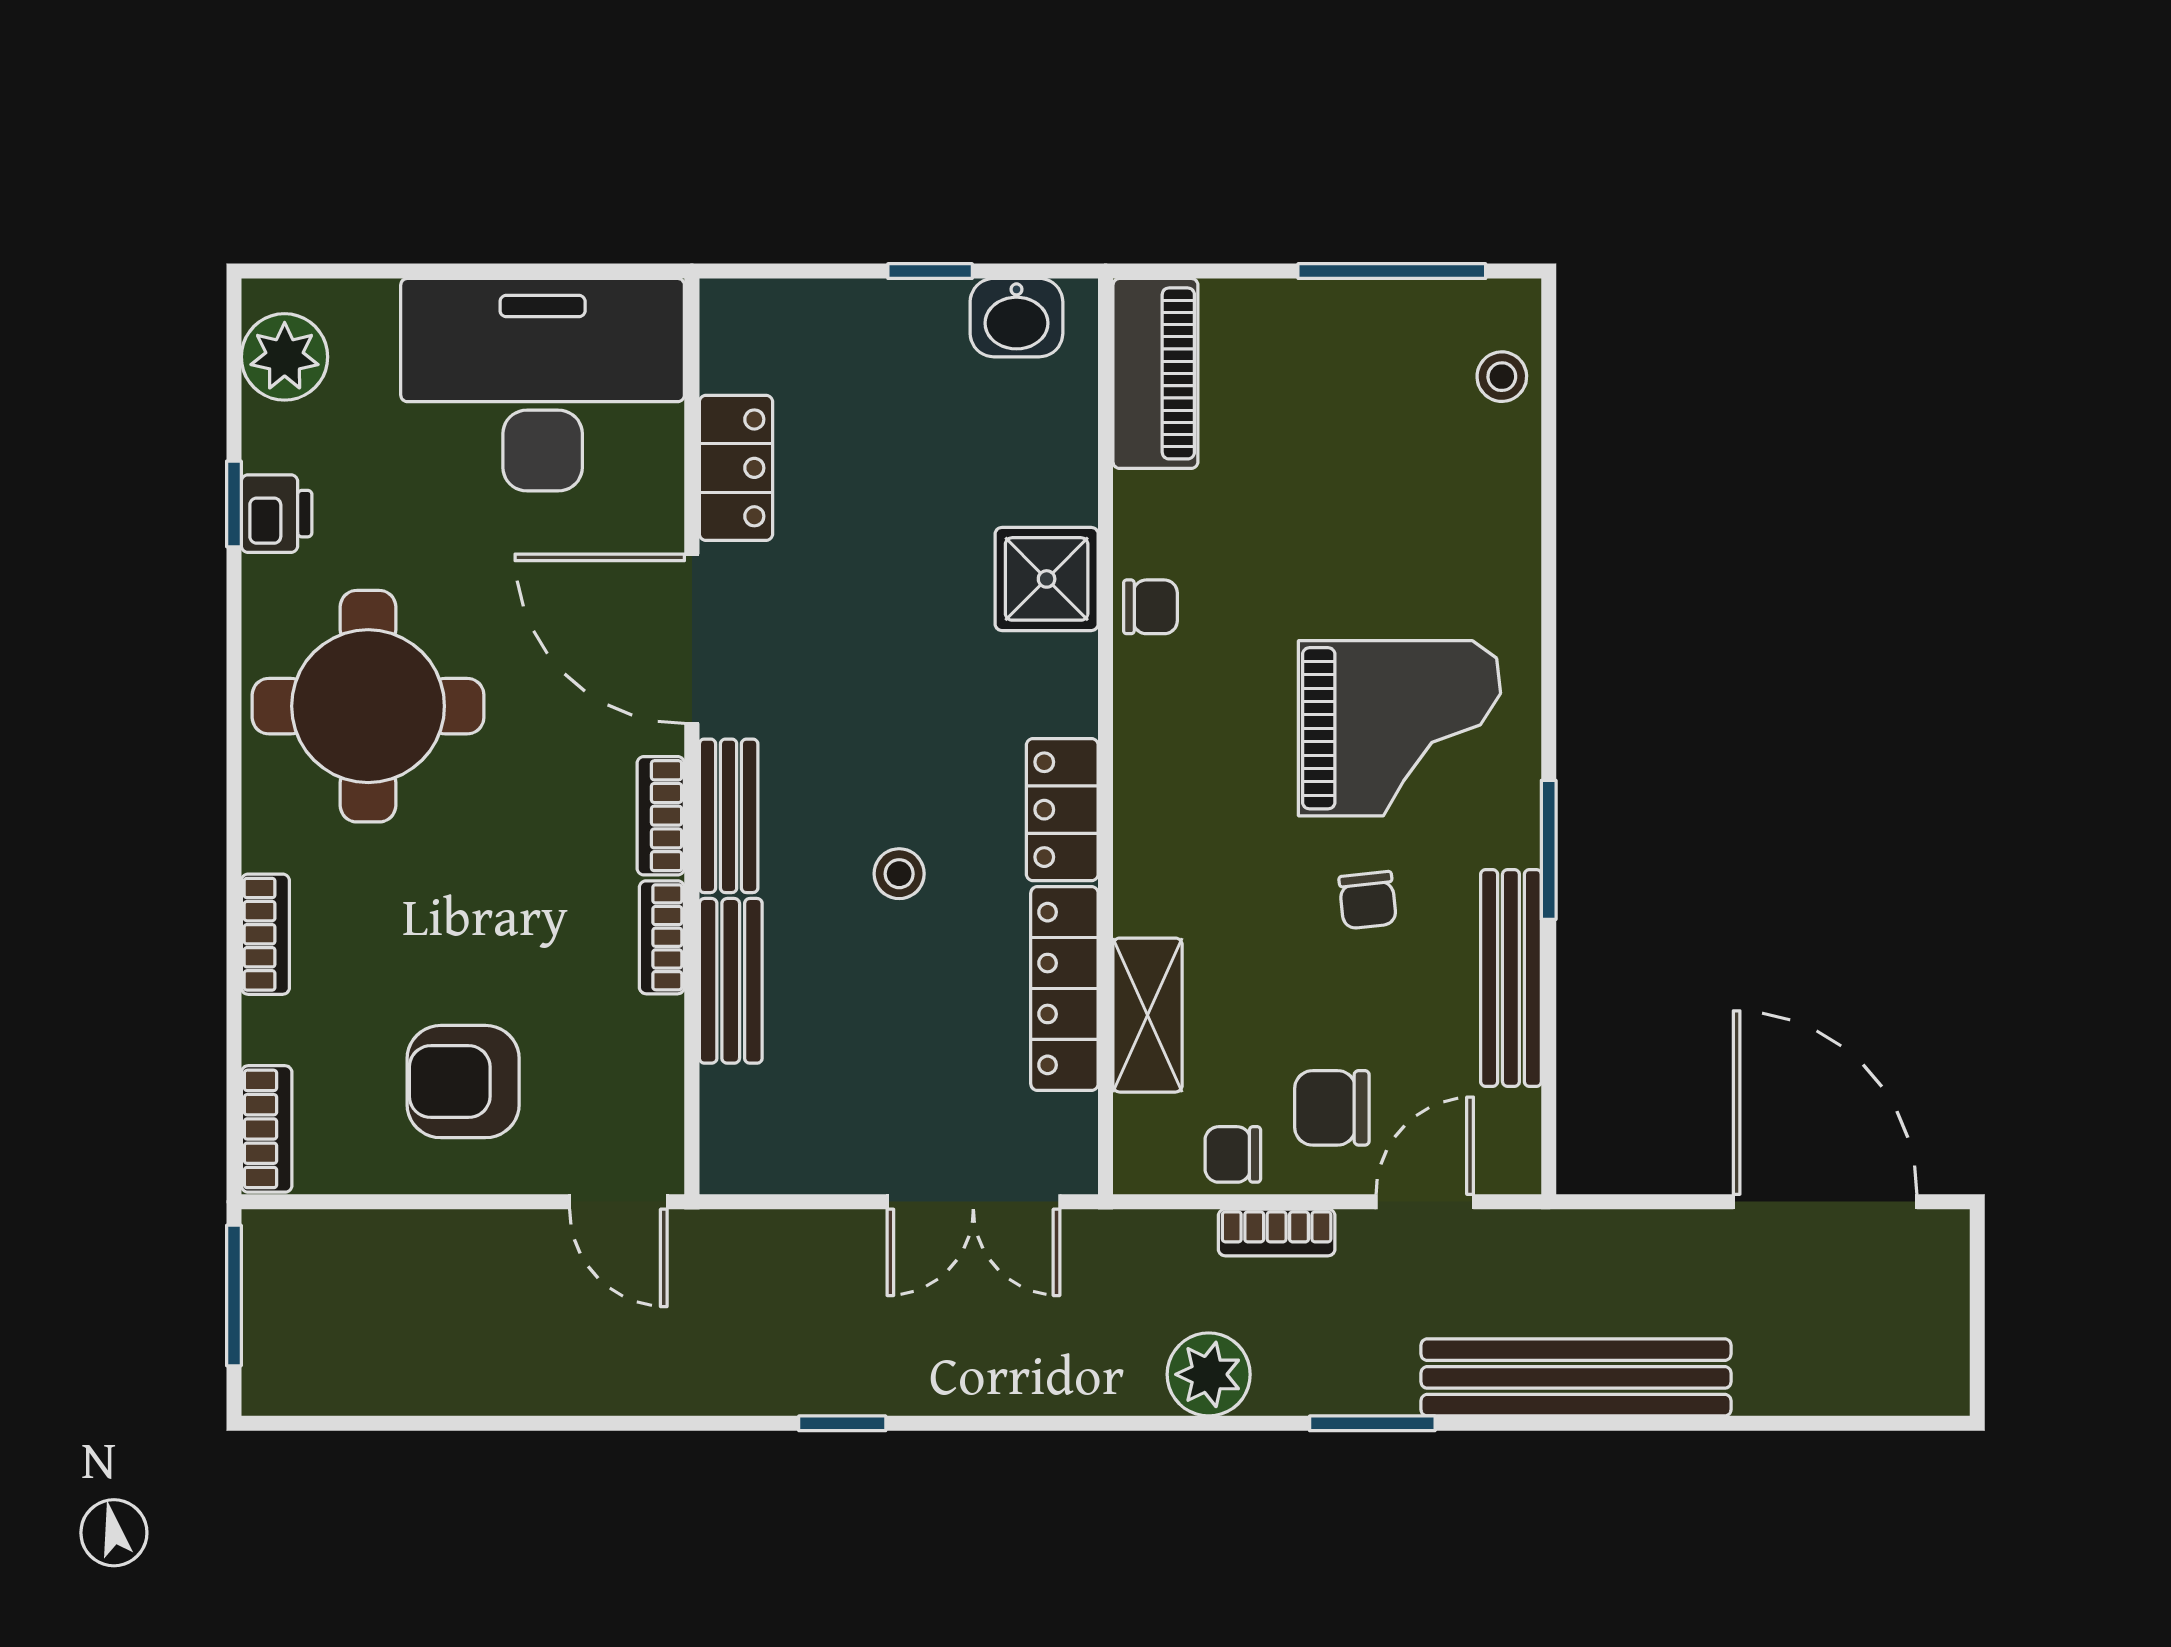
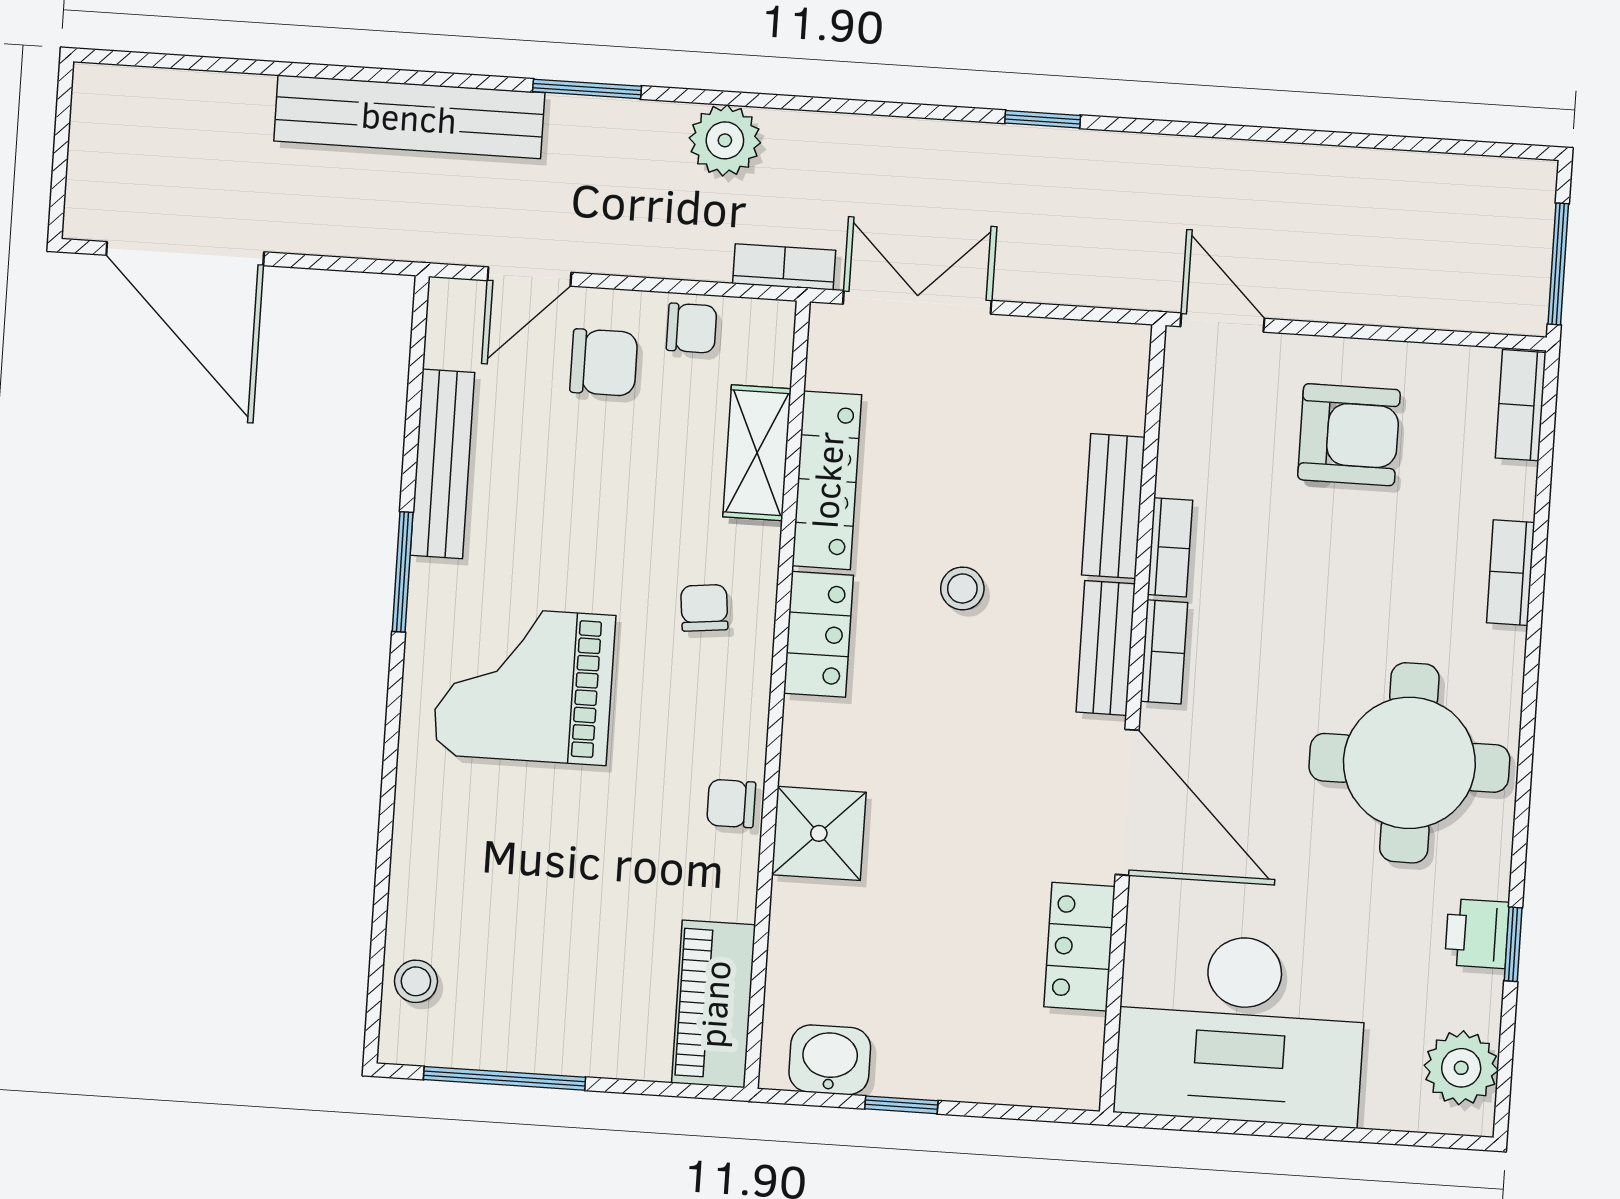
chair: (1368, 900) -> (704, 608), moved
bookcase: (1277, 1232) -> (784, 267), moved

